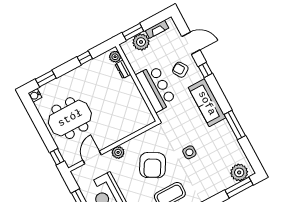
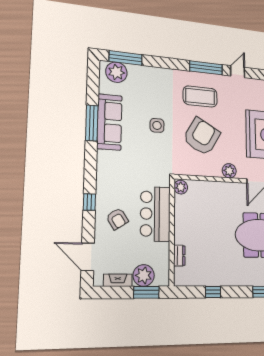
door: (191, 43) -> (88, 257), moved
plant: (115, 57) -> (181, 187), moved
sofa: (207, 103) -> (109, 122), moved

